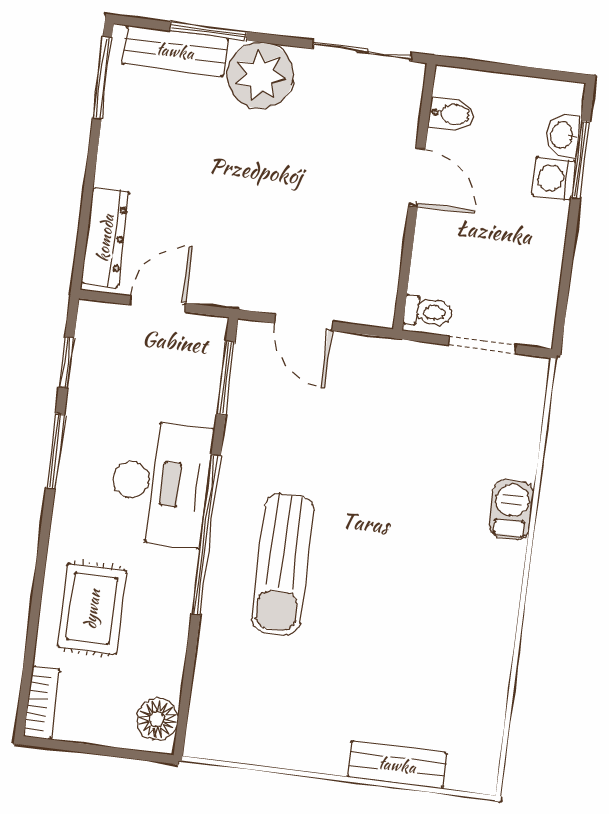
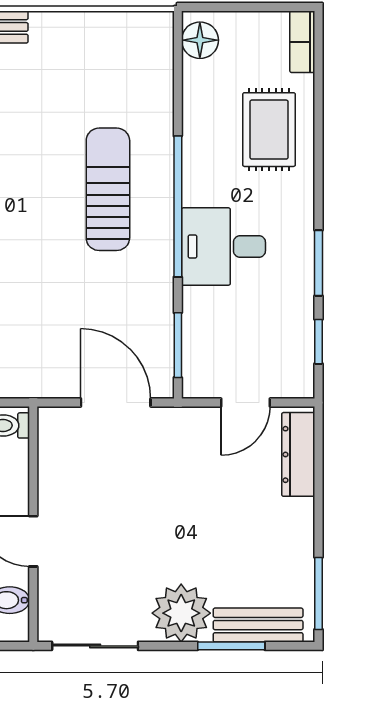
door: (304, 322) -> (116, 403), width x1.38
desk: (160, 483) -> (223, 247), width x0.73

